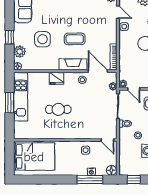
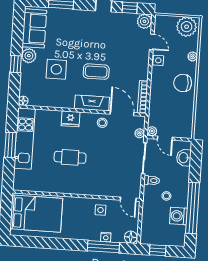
plant: (20, 52) -> (29, 56), moved

